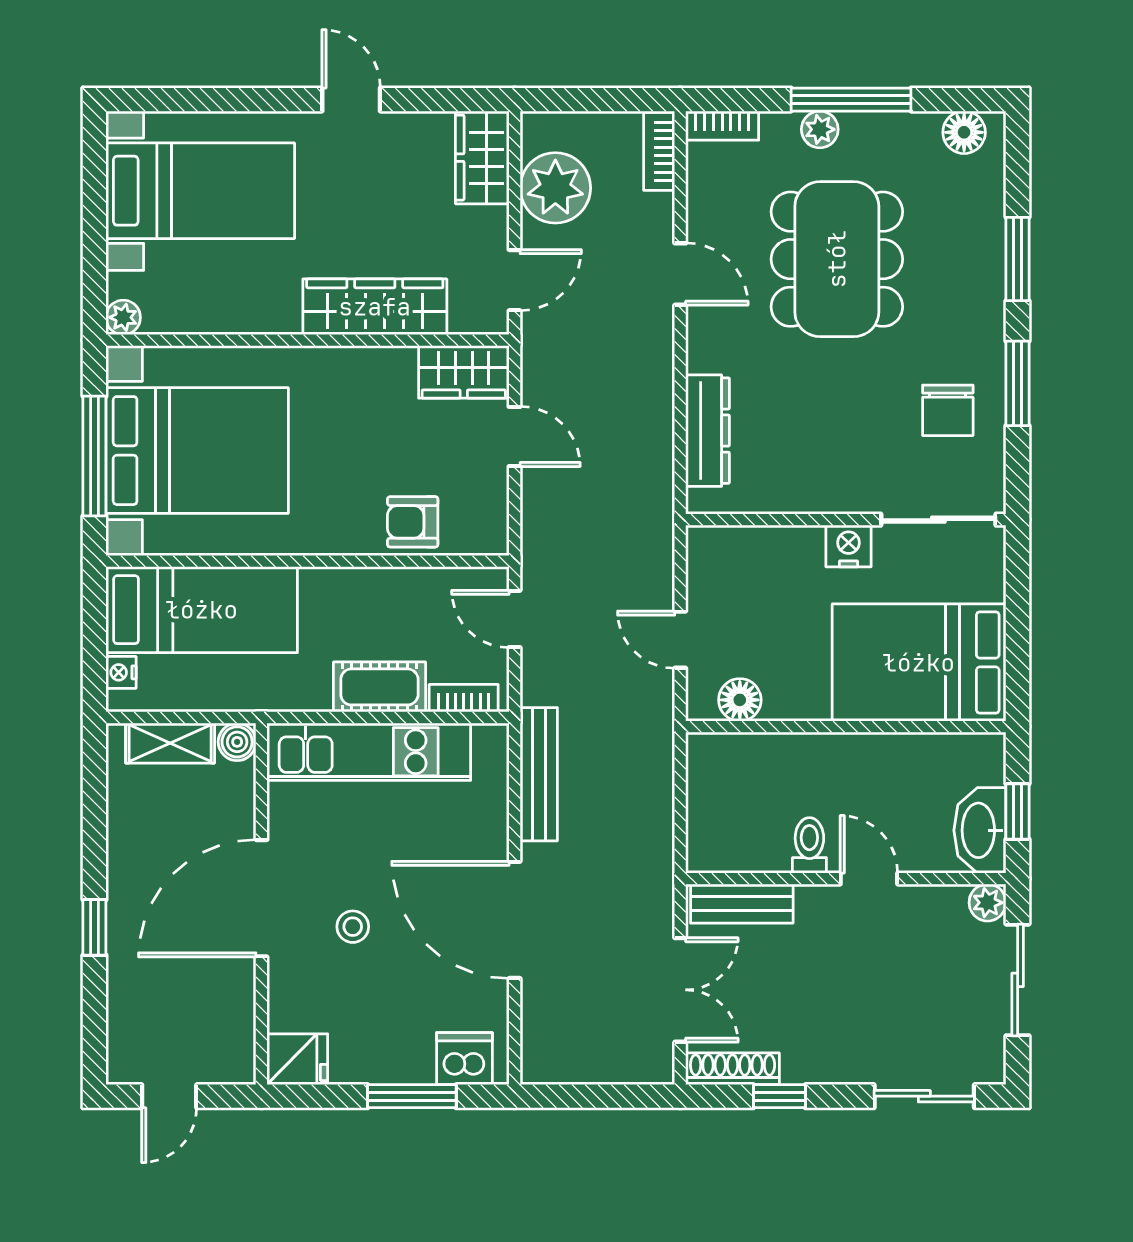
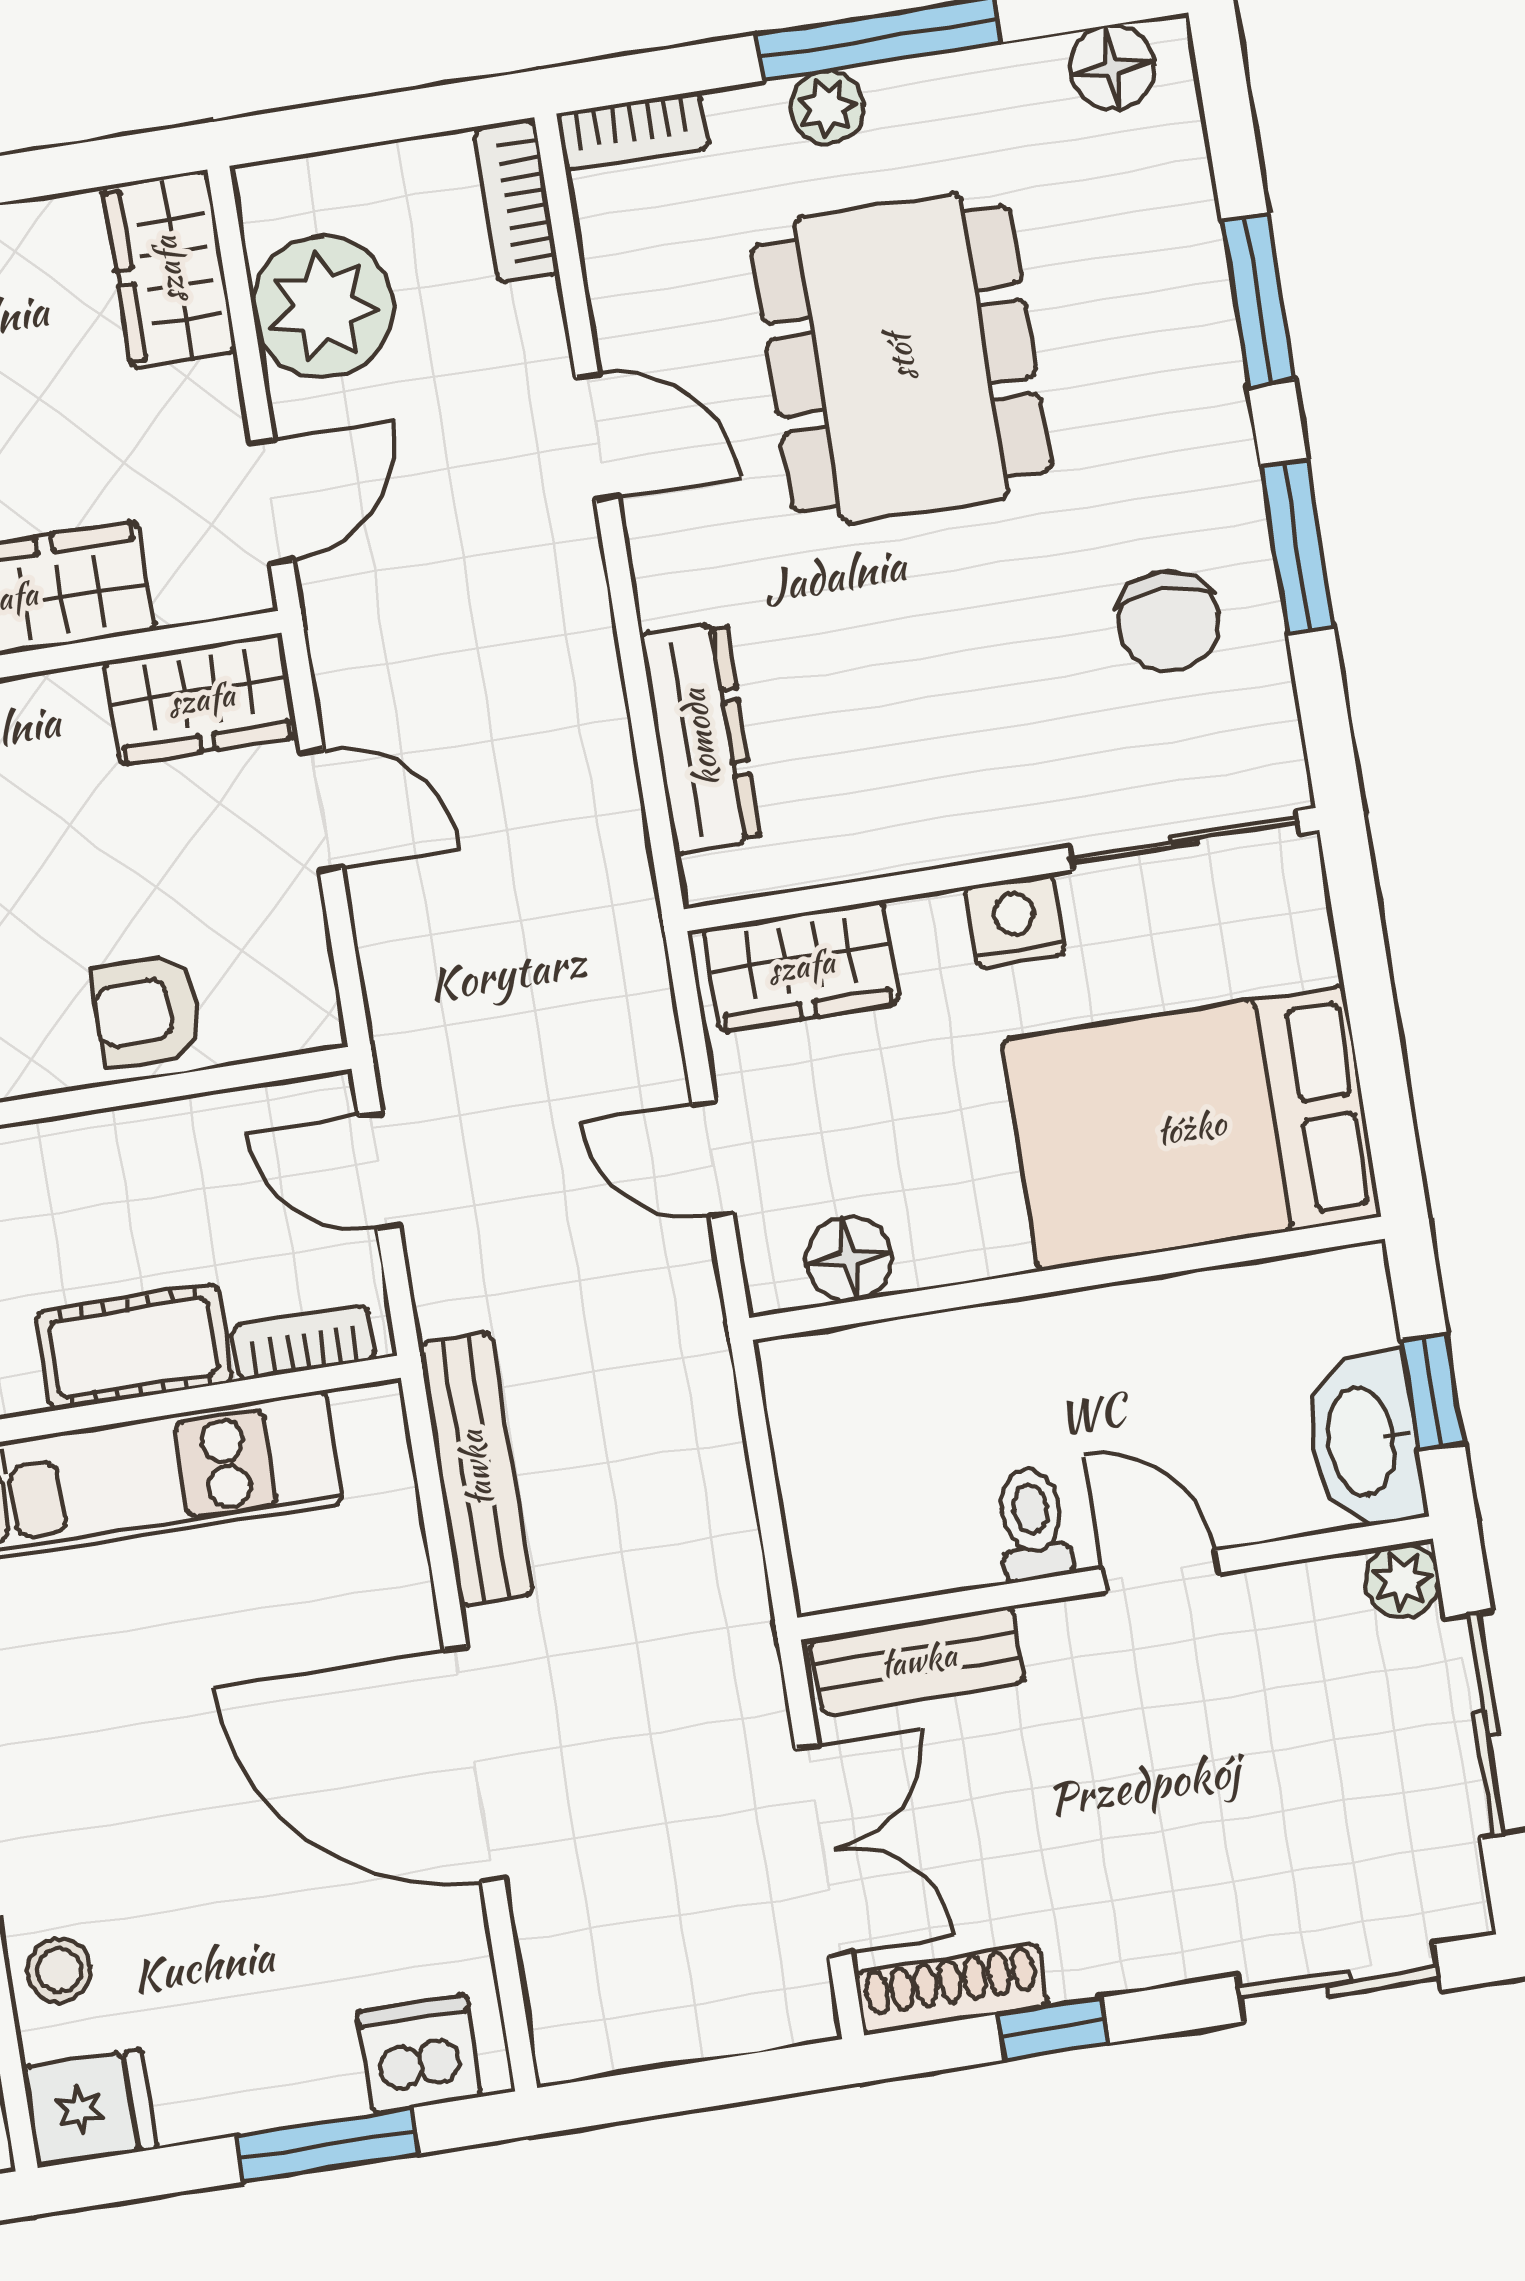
wardrobe: (739, 552) -> (801, 966), added
stool: (353, 927) -> (59, 1970), moved

